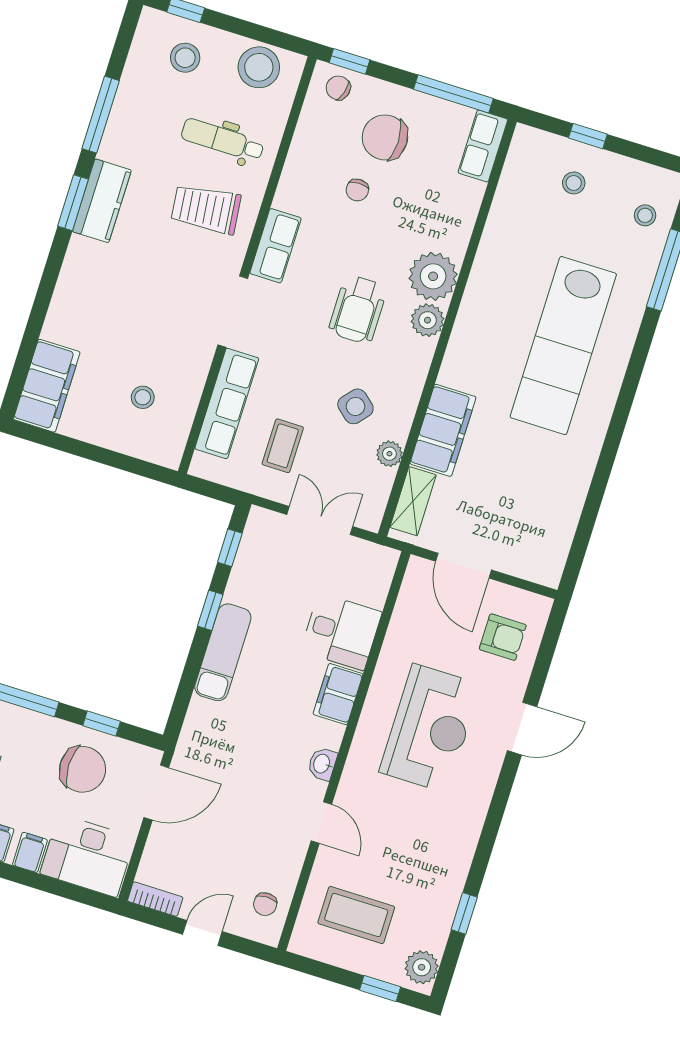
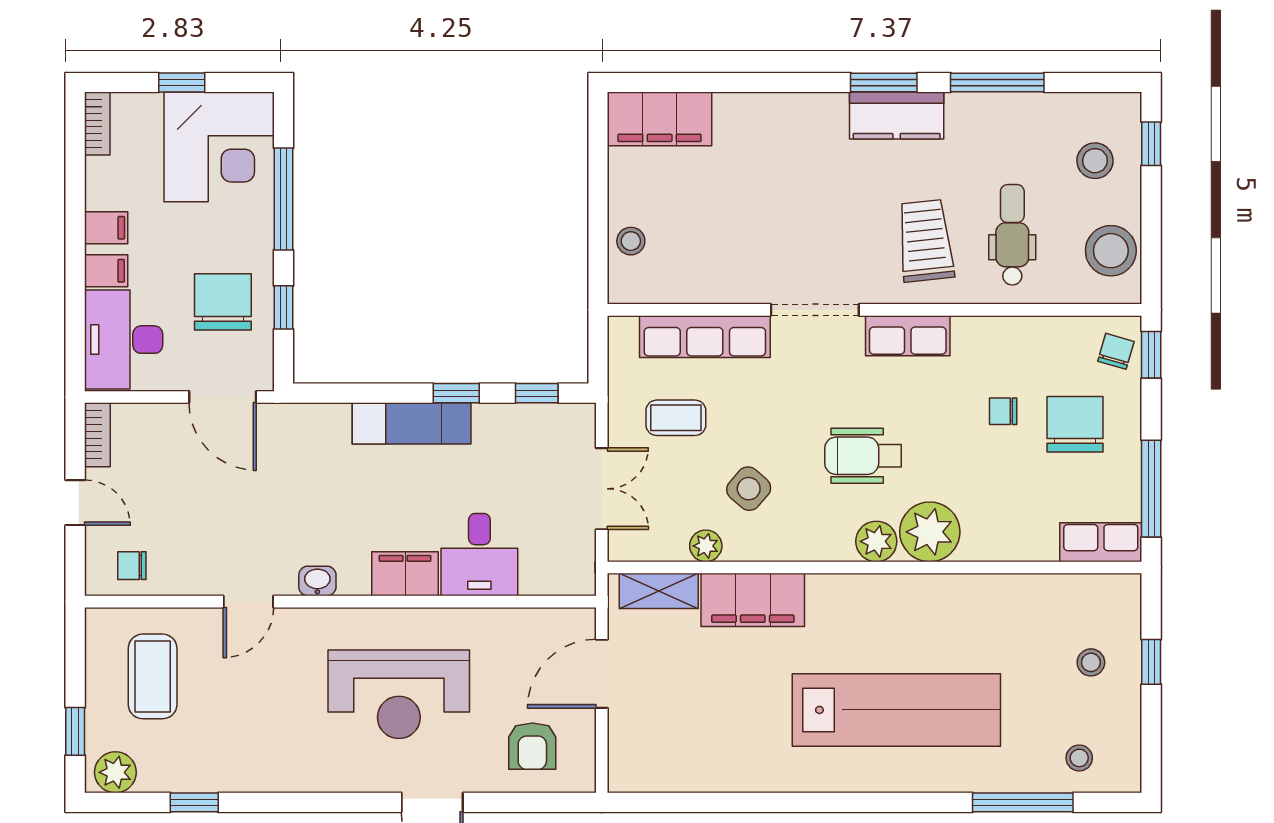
lab bench: (563, 346) -> (896, 710), turned 180
stool: (143, 397) -> (631, 241), moved
chair: (83, 769) -> (223, 302), turned 180

